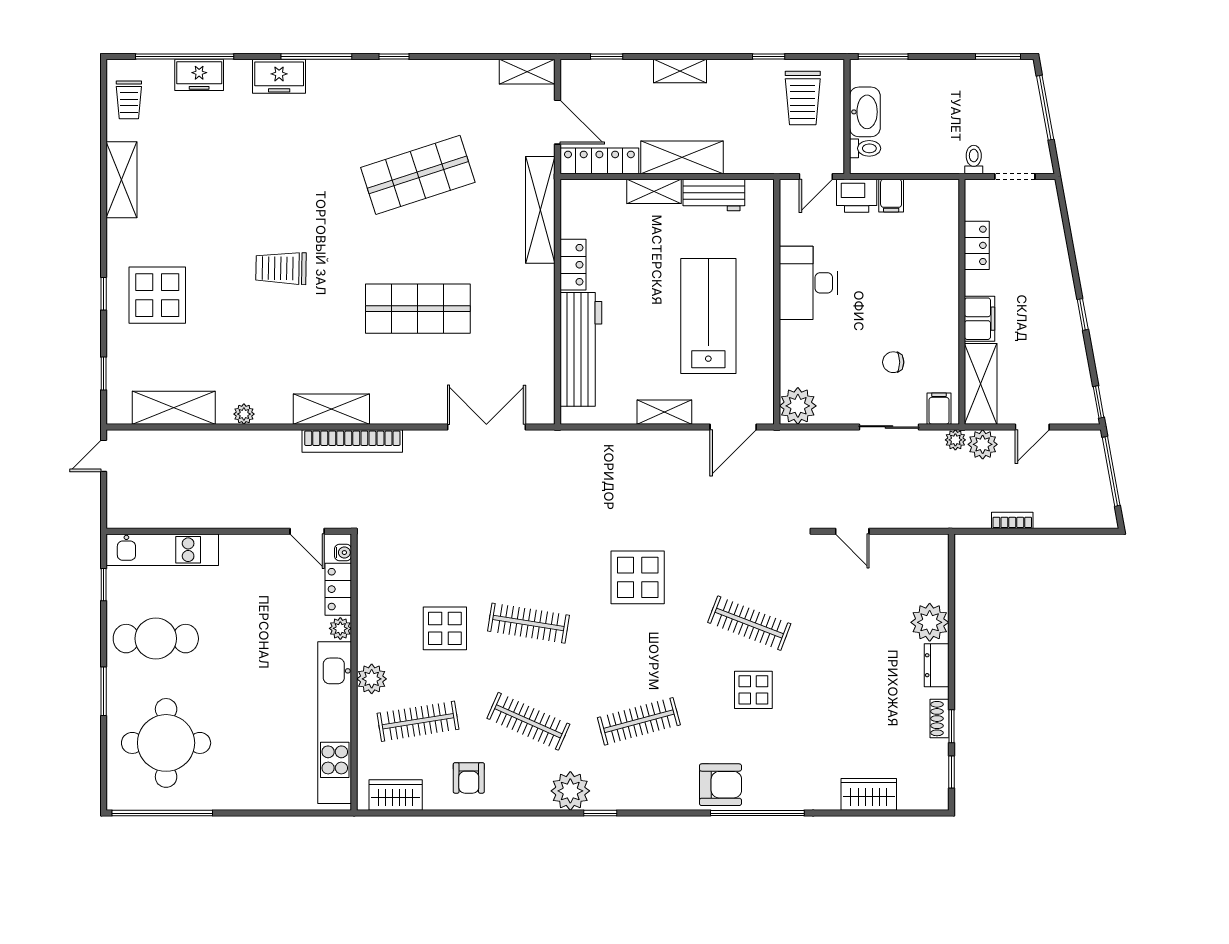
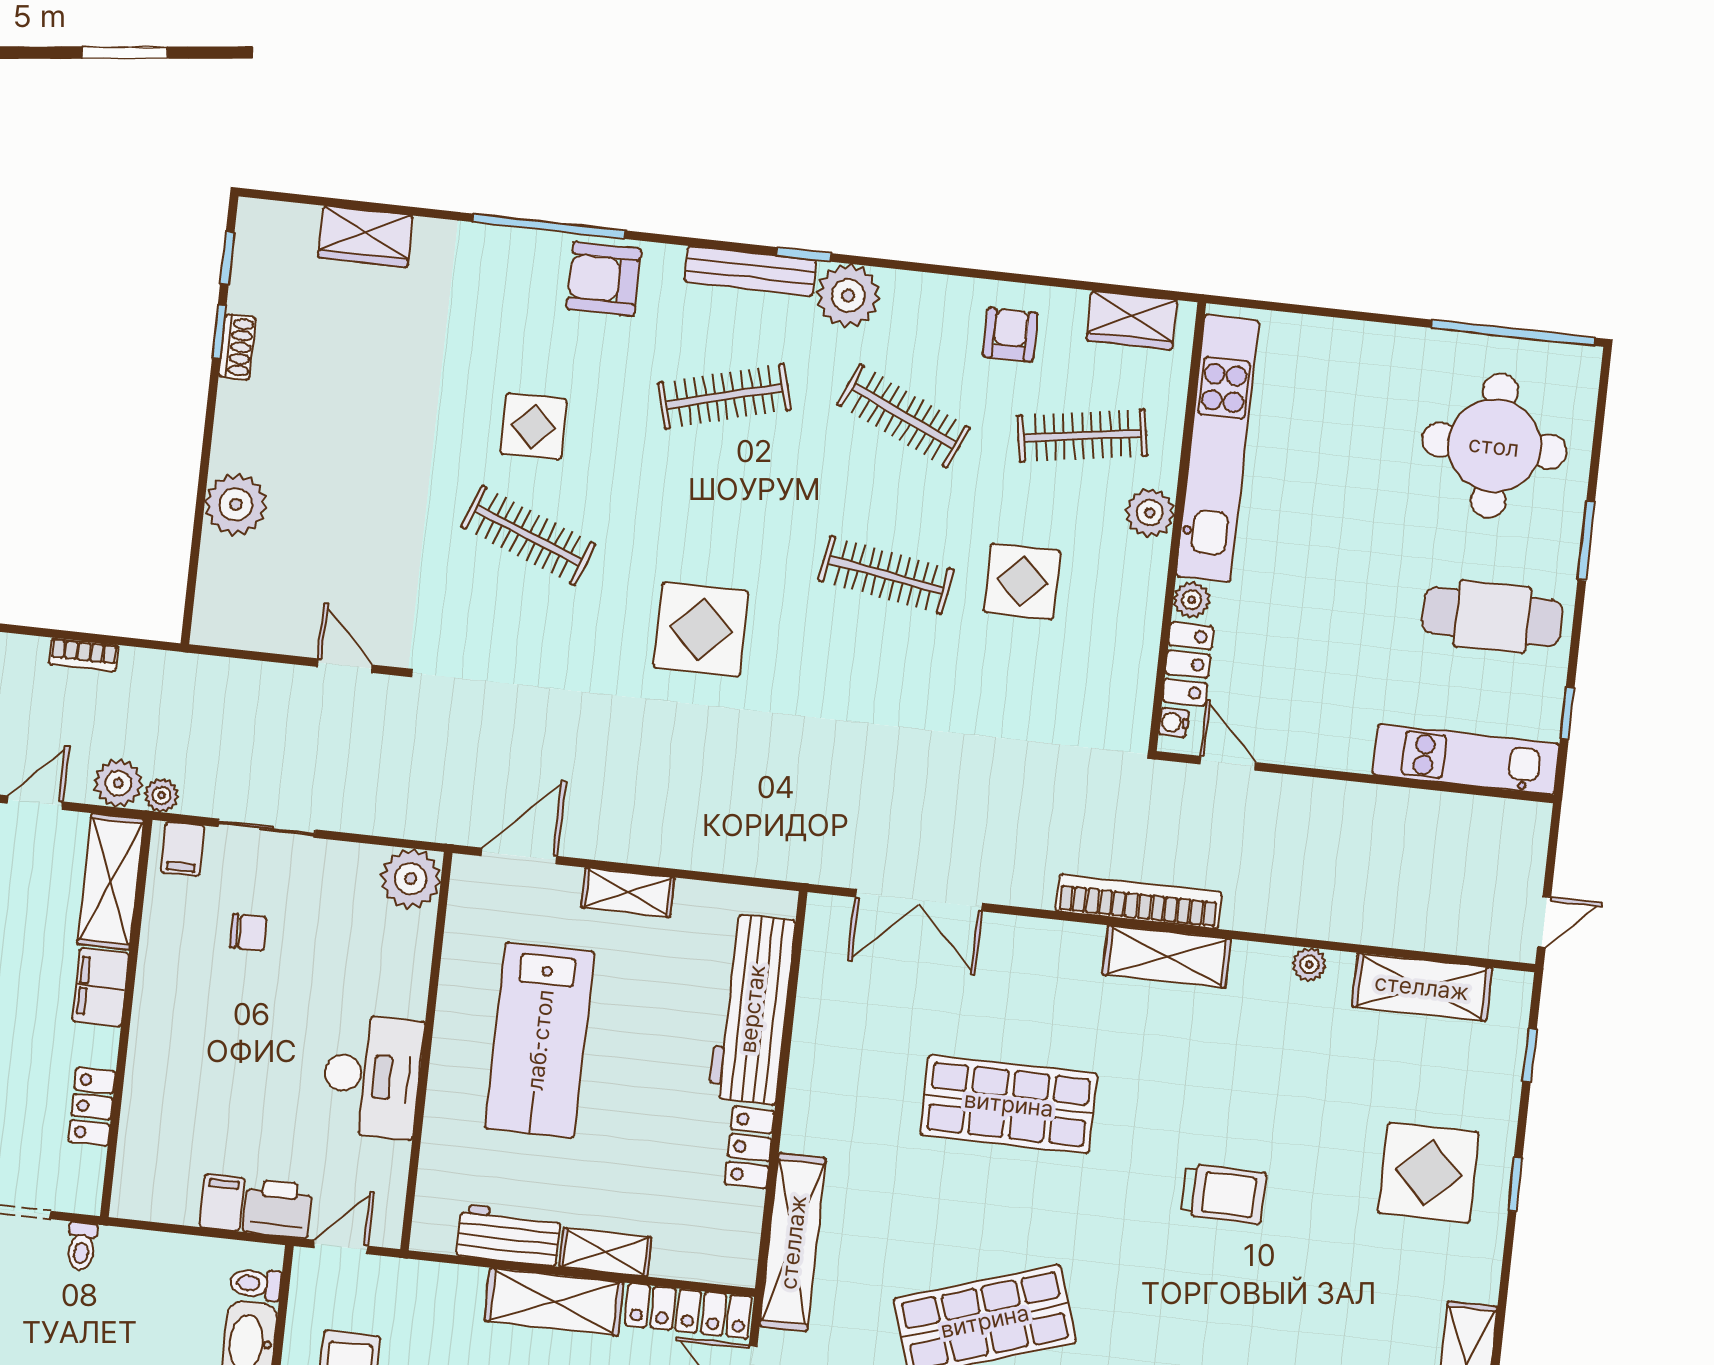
dresser: (937, 665) -> (232, 434), removed
bench: (632, 799) -> (750, 271), added

